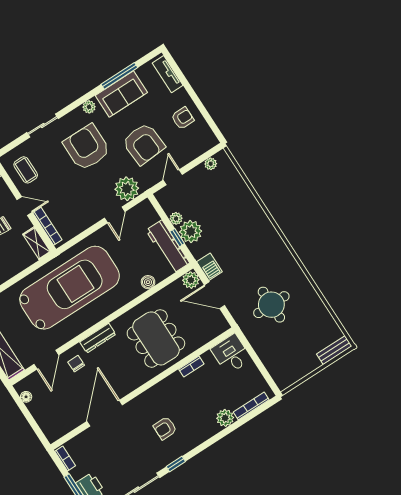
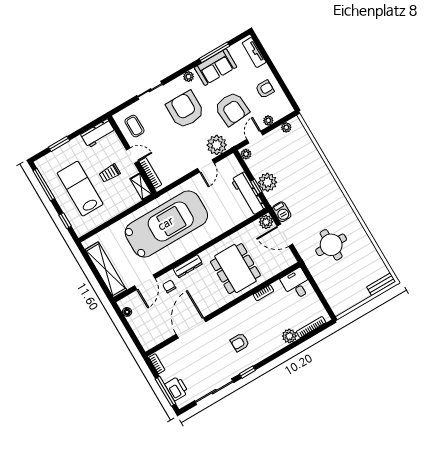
plant: (188, 156) -> (268, 120), added
plant: (176, 218) -> (246, 154), moved
boiler: (148, 282) -> (231, 222), removed

